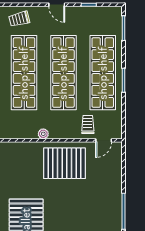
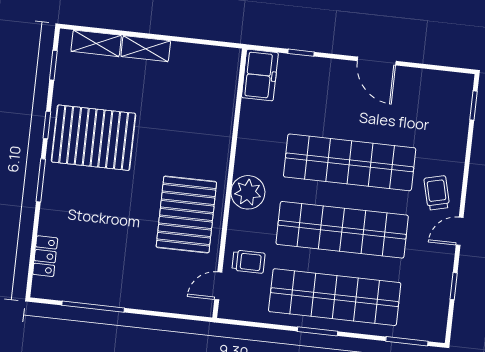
trolley: (19, 19) -> (437, 193), moved
plant: (43, 134) -> (248, 192), width x1.87, depth x1.87
door: (104, 140) -> (218, 286), hinge flipped

